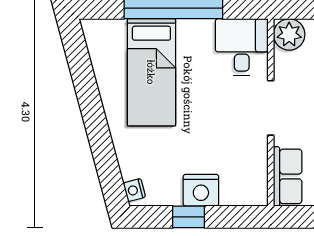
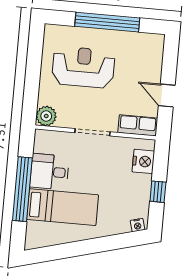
desk: (242, 47) -> (49, 172), moved
nightstand: (201, 190) -> (143, 161), moved

